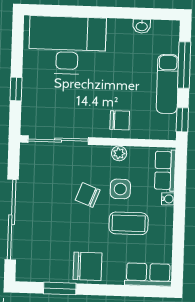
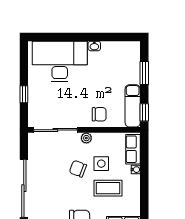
washbasin: (142, 26) -> (94, 46), moved
window: (184, 65) -> (144, 73), width x0.69
exam couch: (167, 84) -> (133, 106), moved
plant: (119, 153) -> (86, 138), moved

